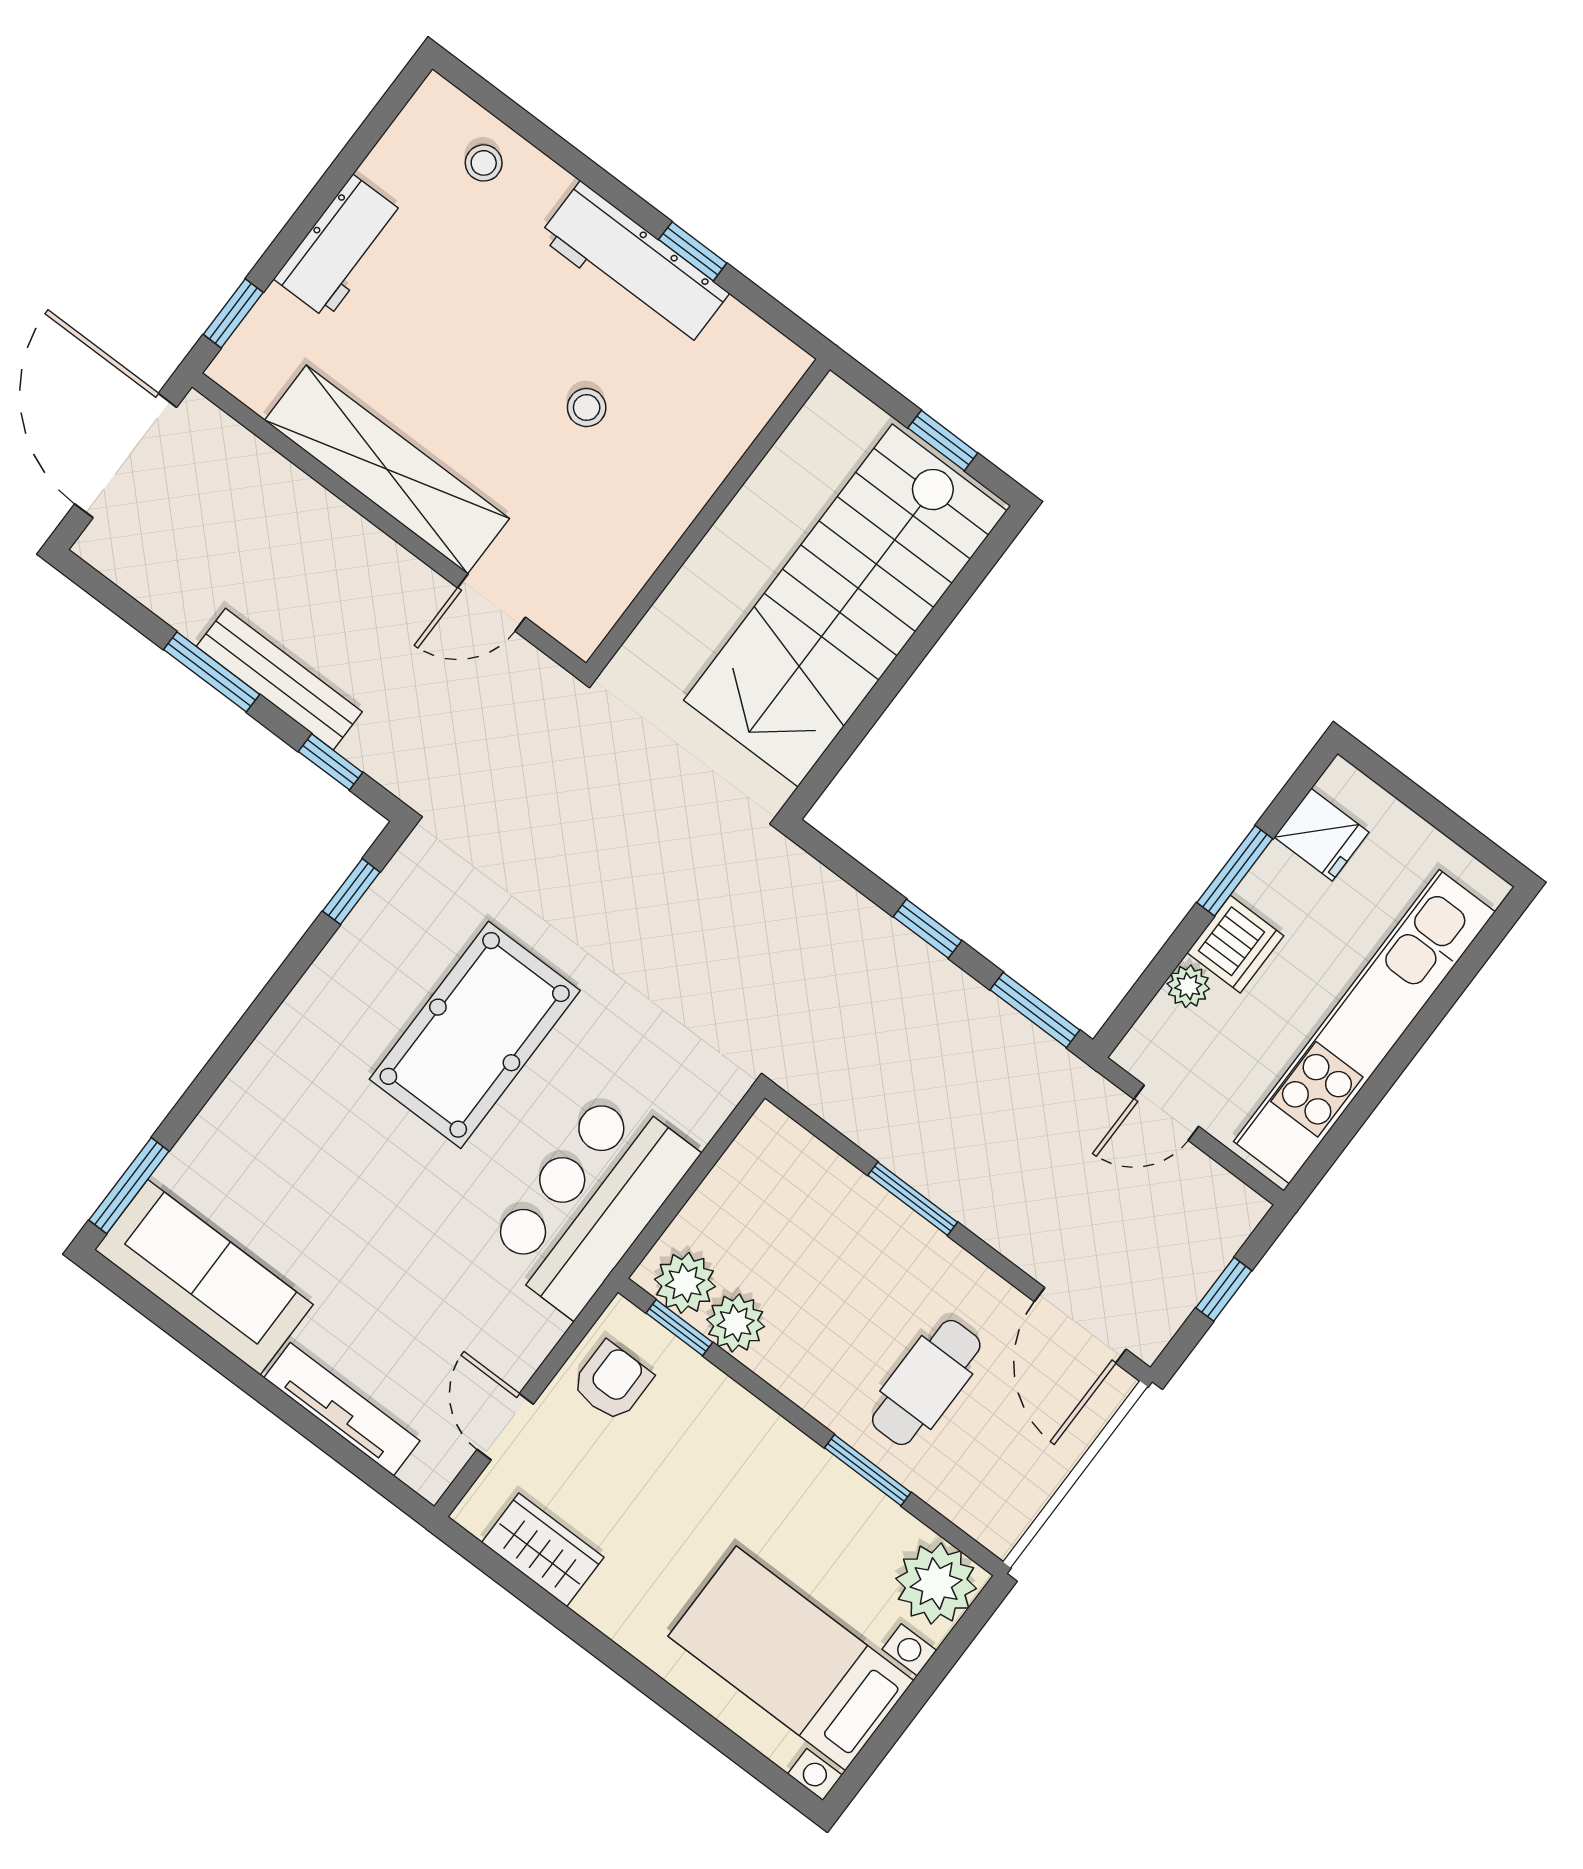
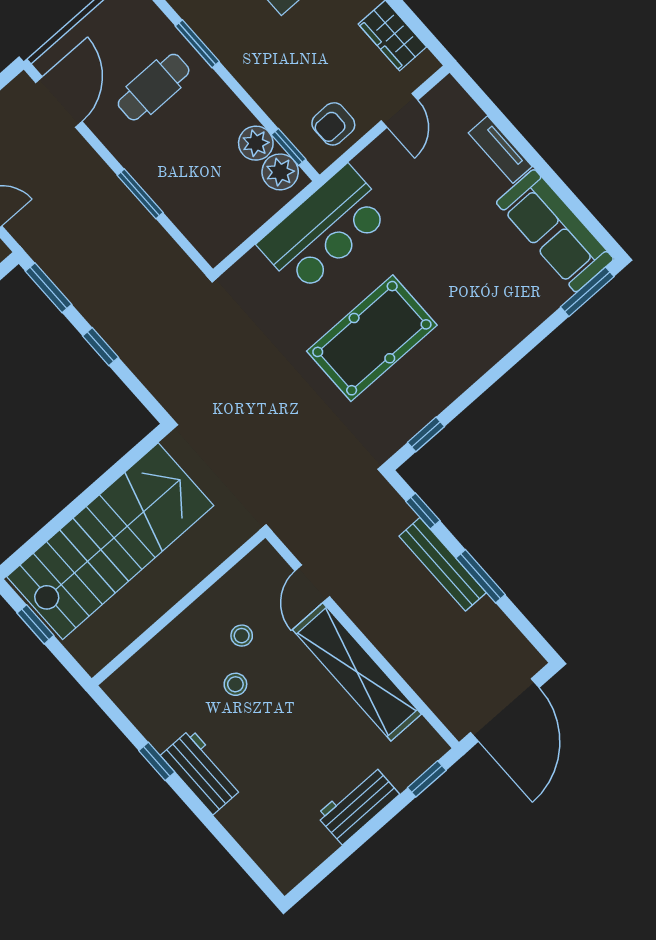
stool: (484, 163) -> (242, 636), moved
workbench: (634, 265) -> (202, 772), width x0.73
door: (492, 603) -> (312, 584), swing flipped
tv unit: (342, 1409) -> (500, 150), width x0.71

